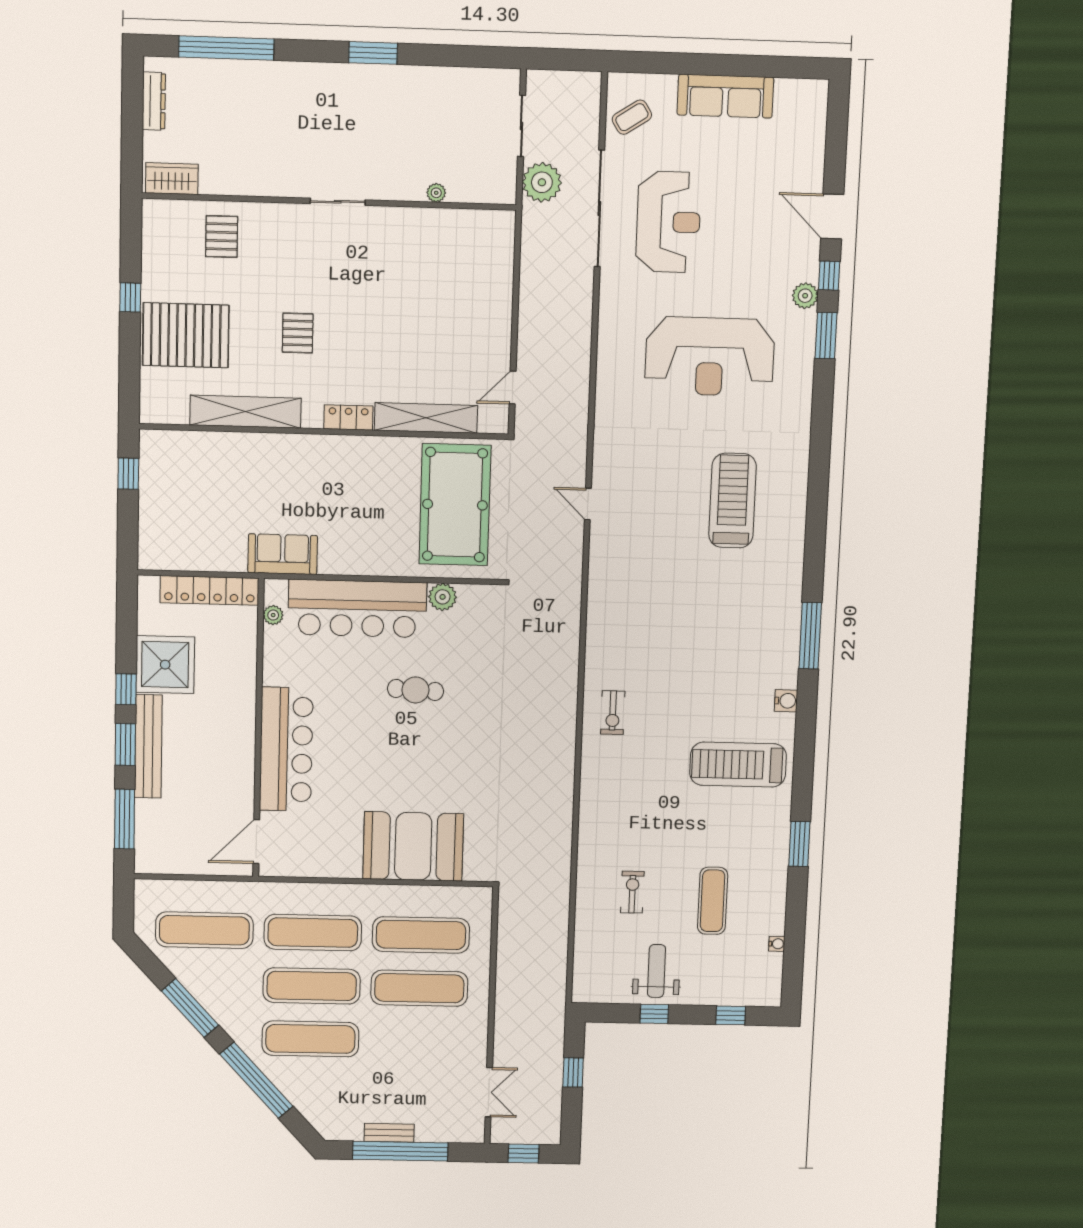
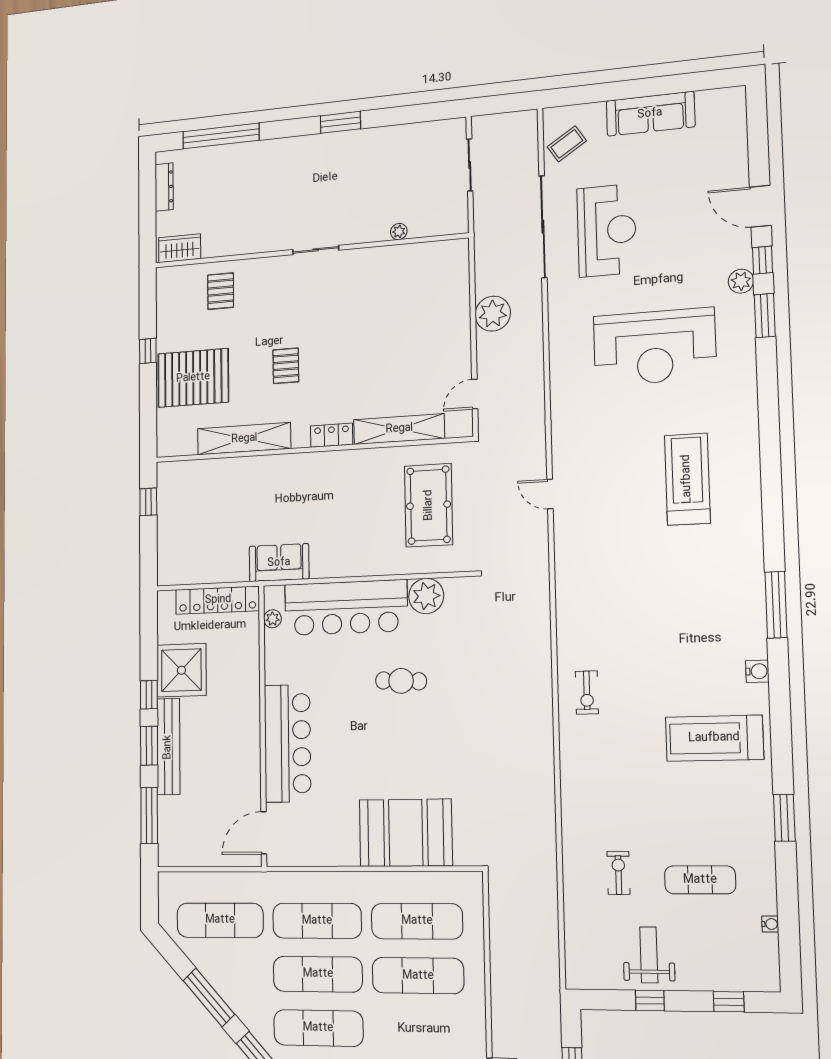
plant: (542, 182) -> (493, 314), moved
pool table: (455, 505) -> (429, 505), width x0.73, depth x0.76
plant: (443, 597) -> (426, 596), width x1.36, depth x1.36
exercise mat: (713, 901) -> (700, 880), turned 90

